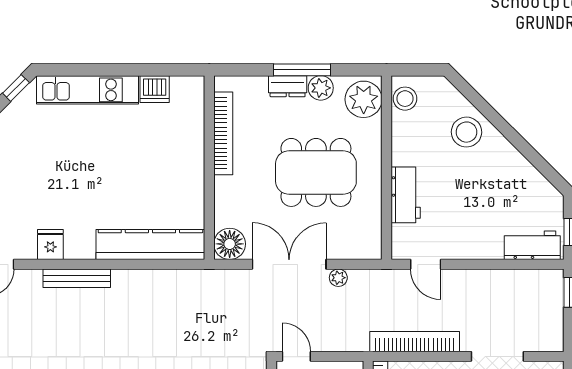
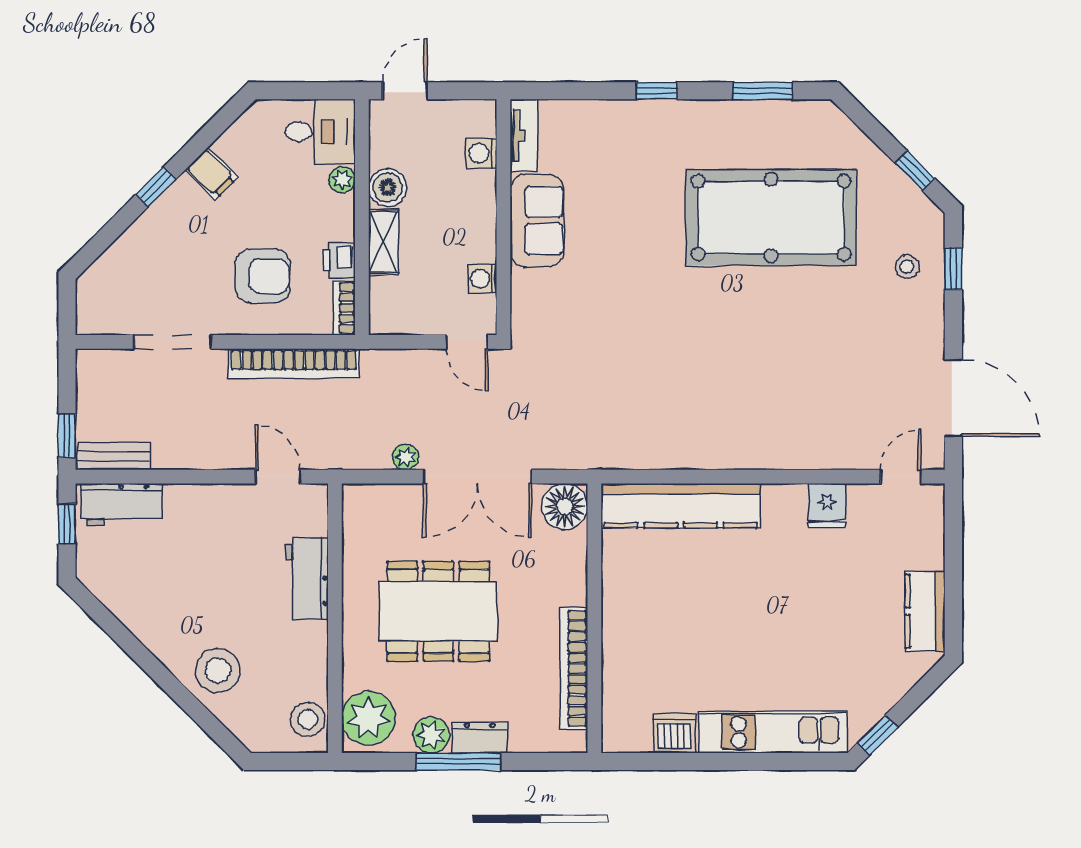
bench: (77, 278) -> (114, 456), moved, width x0.73

